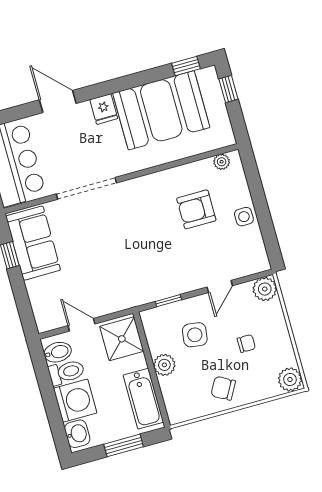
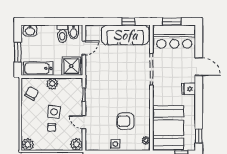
door: (58, 102) -> (199, 67), hinge flipped
booth: (161, 110) -> (168, 128), moved
armchair: (196, 209) -> (126, 121), turned -90
sofa: (33, 243) -> (125, 35), width x1.36
side table: (195, 335) -> (54, 112), moved
chair: (223, 388) -> (32, 93), moved
washing machine: (75, 401) -> (47, 34), removed

